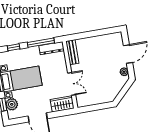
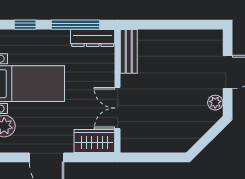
double door: (72, 84) -> (118, 108), swing flipped

